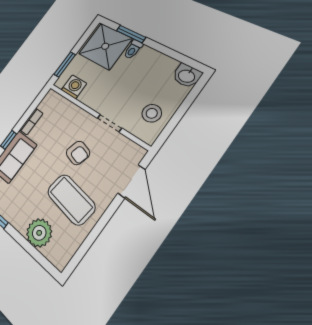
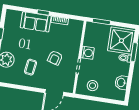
washbasin: (187, 76) -> (121, 82), moved
washing machine: (74, 87) -> (88, 53), moved
coffee table: (71, 199) -> (31, 67), width x0.54, depth x0.58

